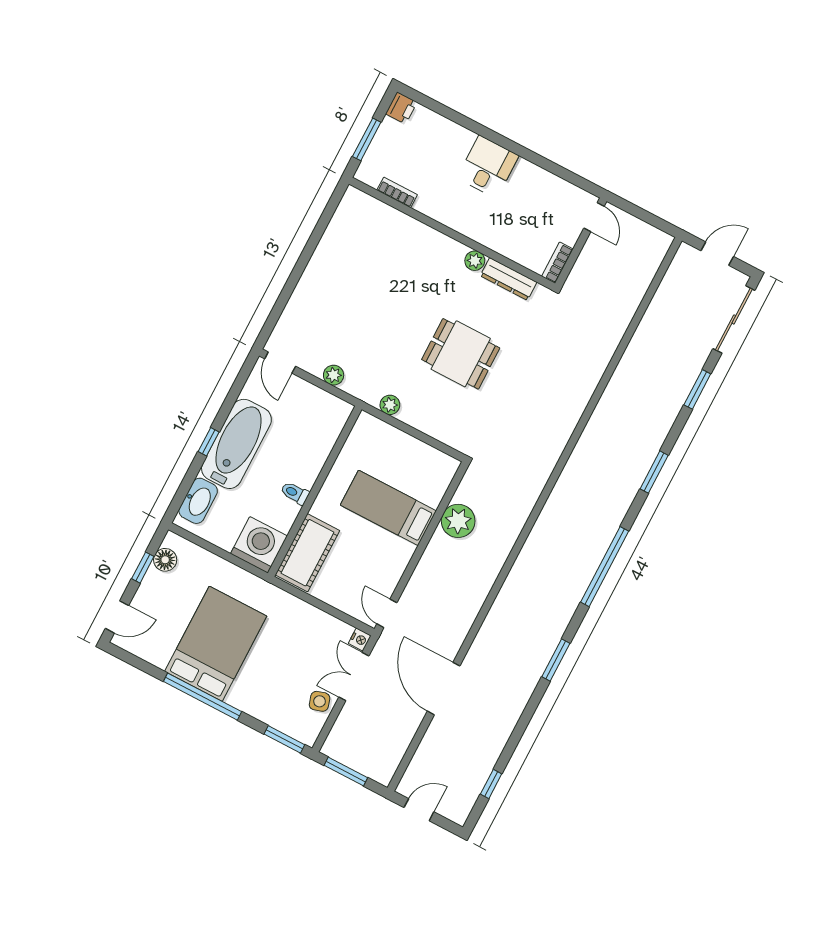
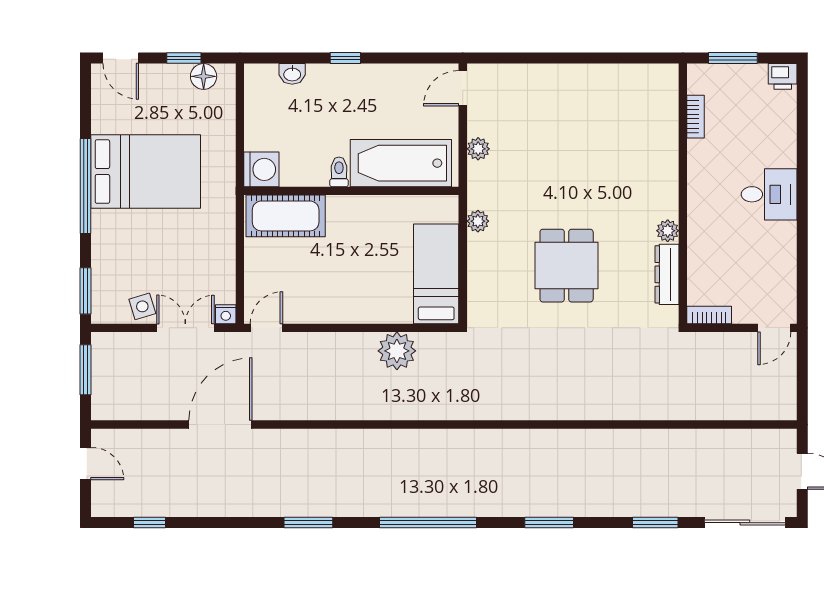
bathtub: (236, 444) -> (401, 163), moved, turned 180
washbasin: (198, 501) -> (292, 74), width x0.52, depth x0.69
bed: (388, 508) -> (436, 274), moved
washing machine: (259, 545) -> (261, 169), width x0.73, depth x0.73

